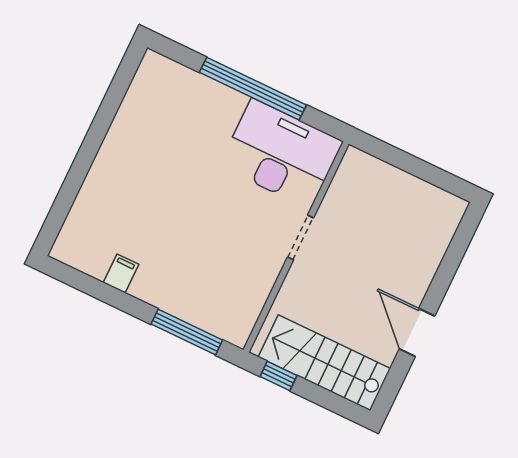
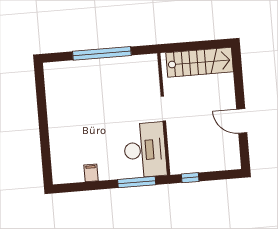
desk: (281, 154) -> (145, 150), moved, turned 90
stairs: (324, 363) -> (200, 62), moved, turned 180

